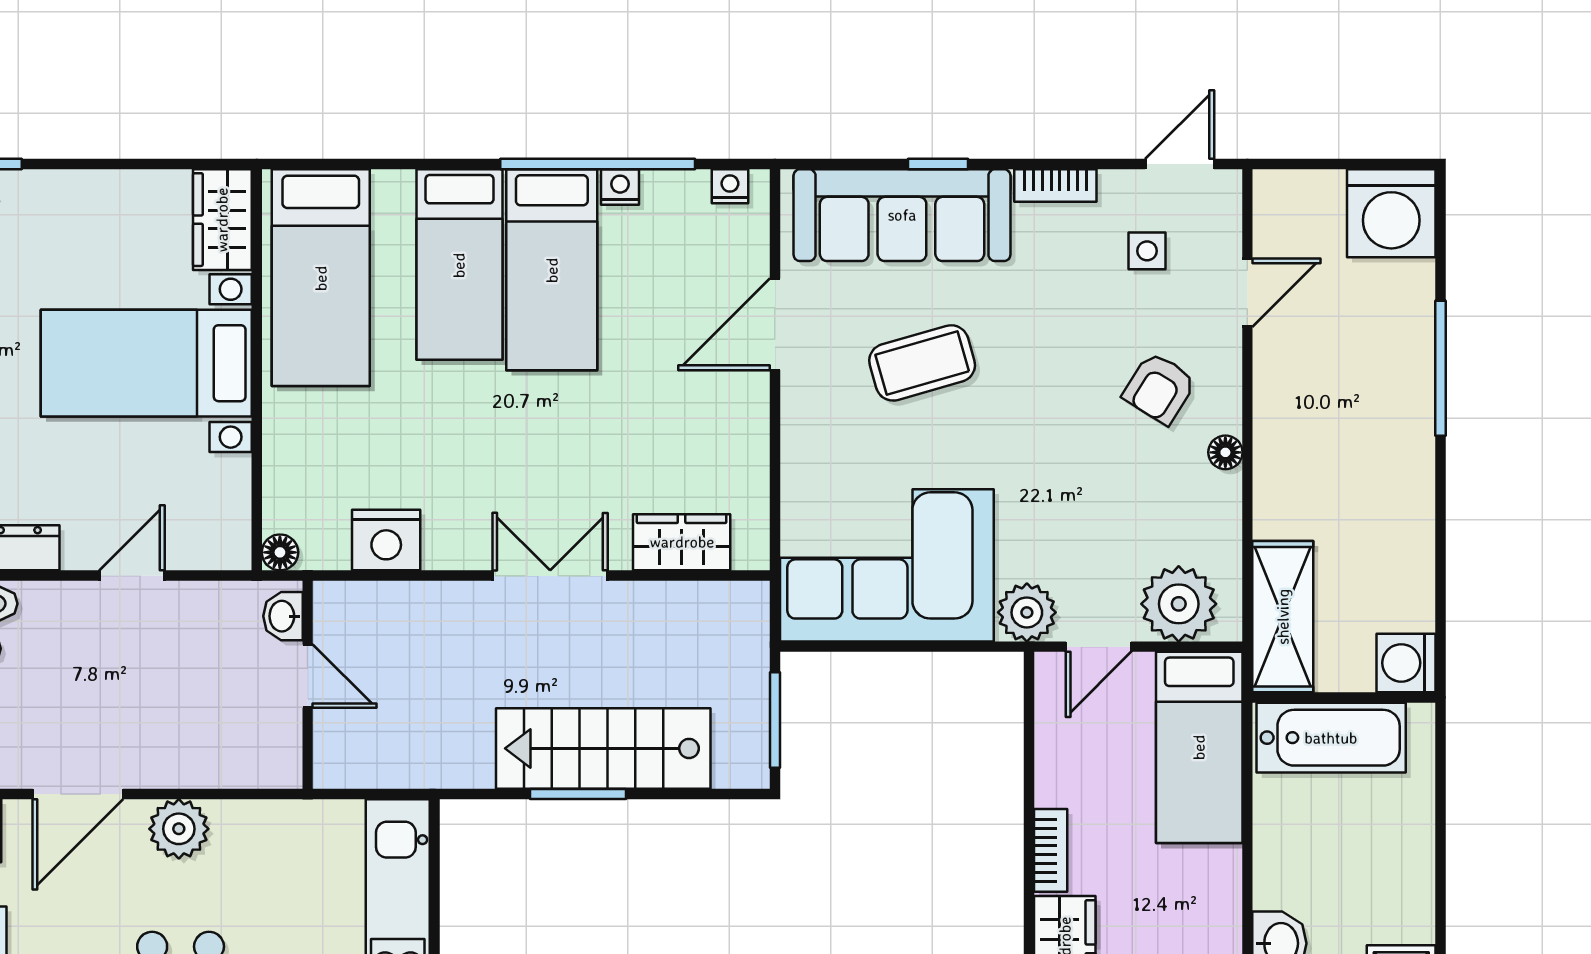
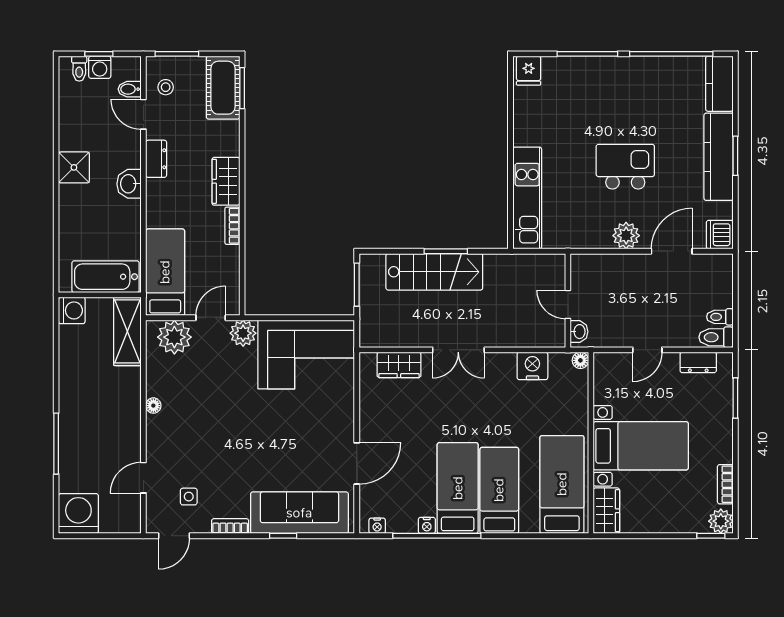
coffee table: (922, 363) -> (290, 446), removed
armchair: (1159, 388) -> (183, 435), removed

